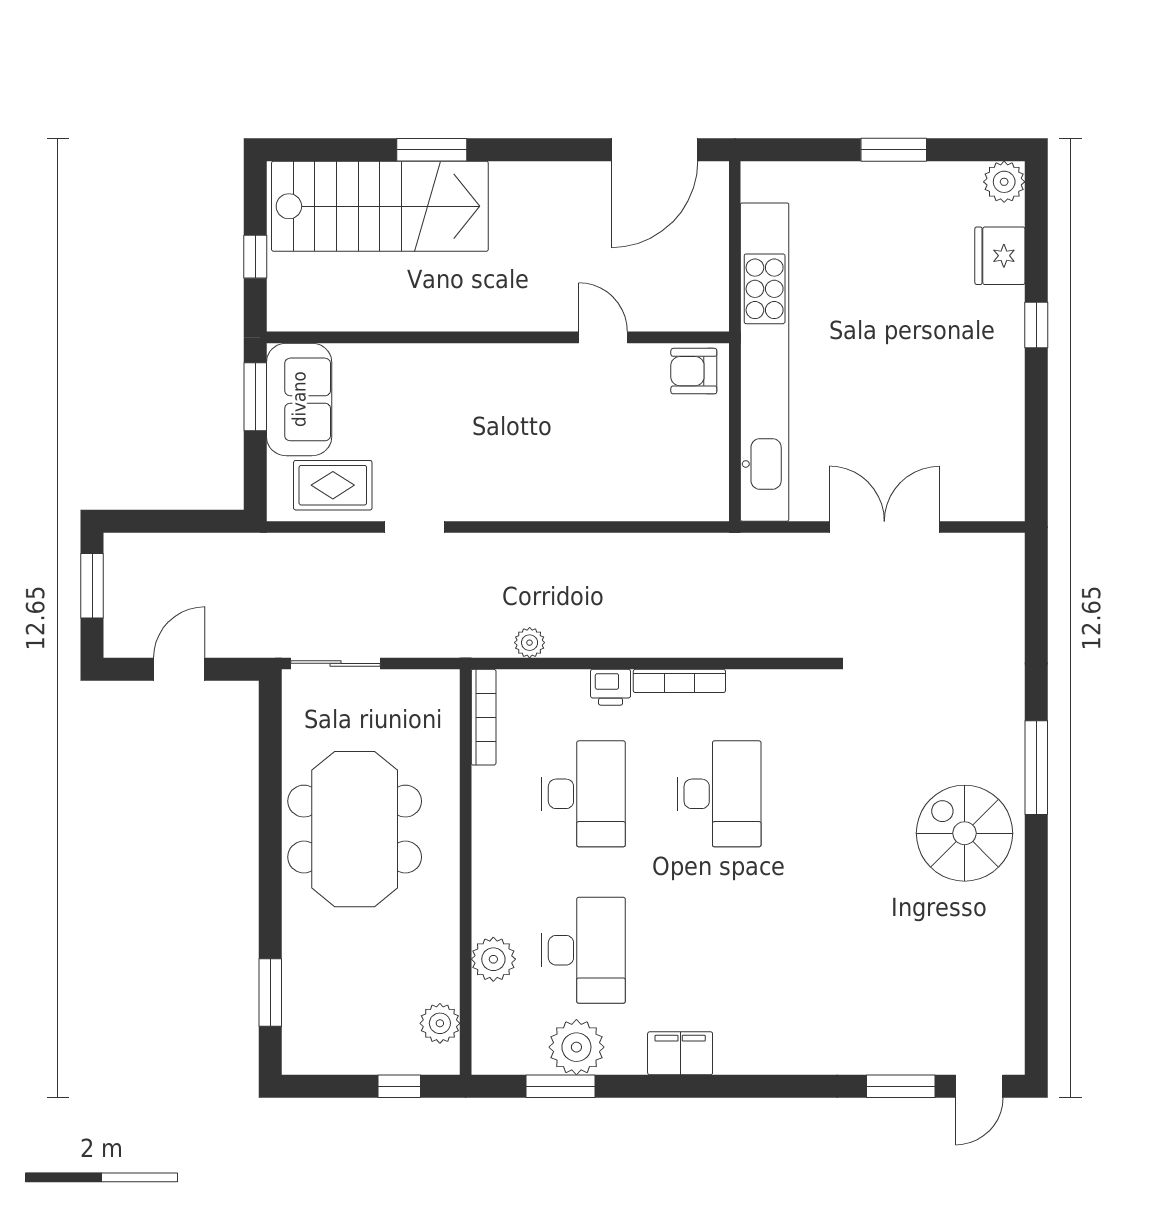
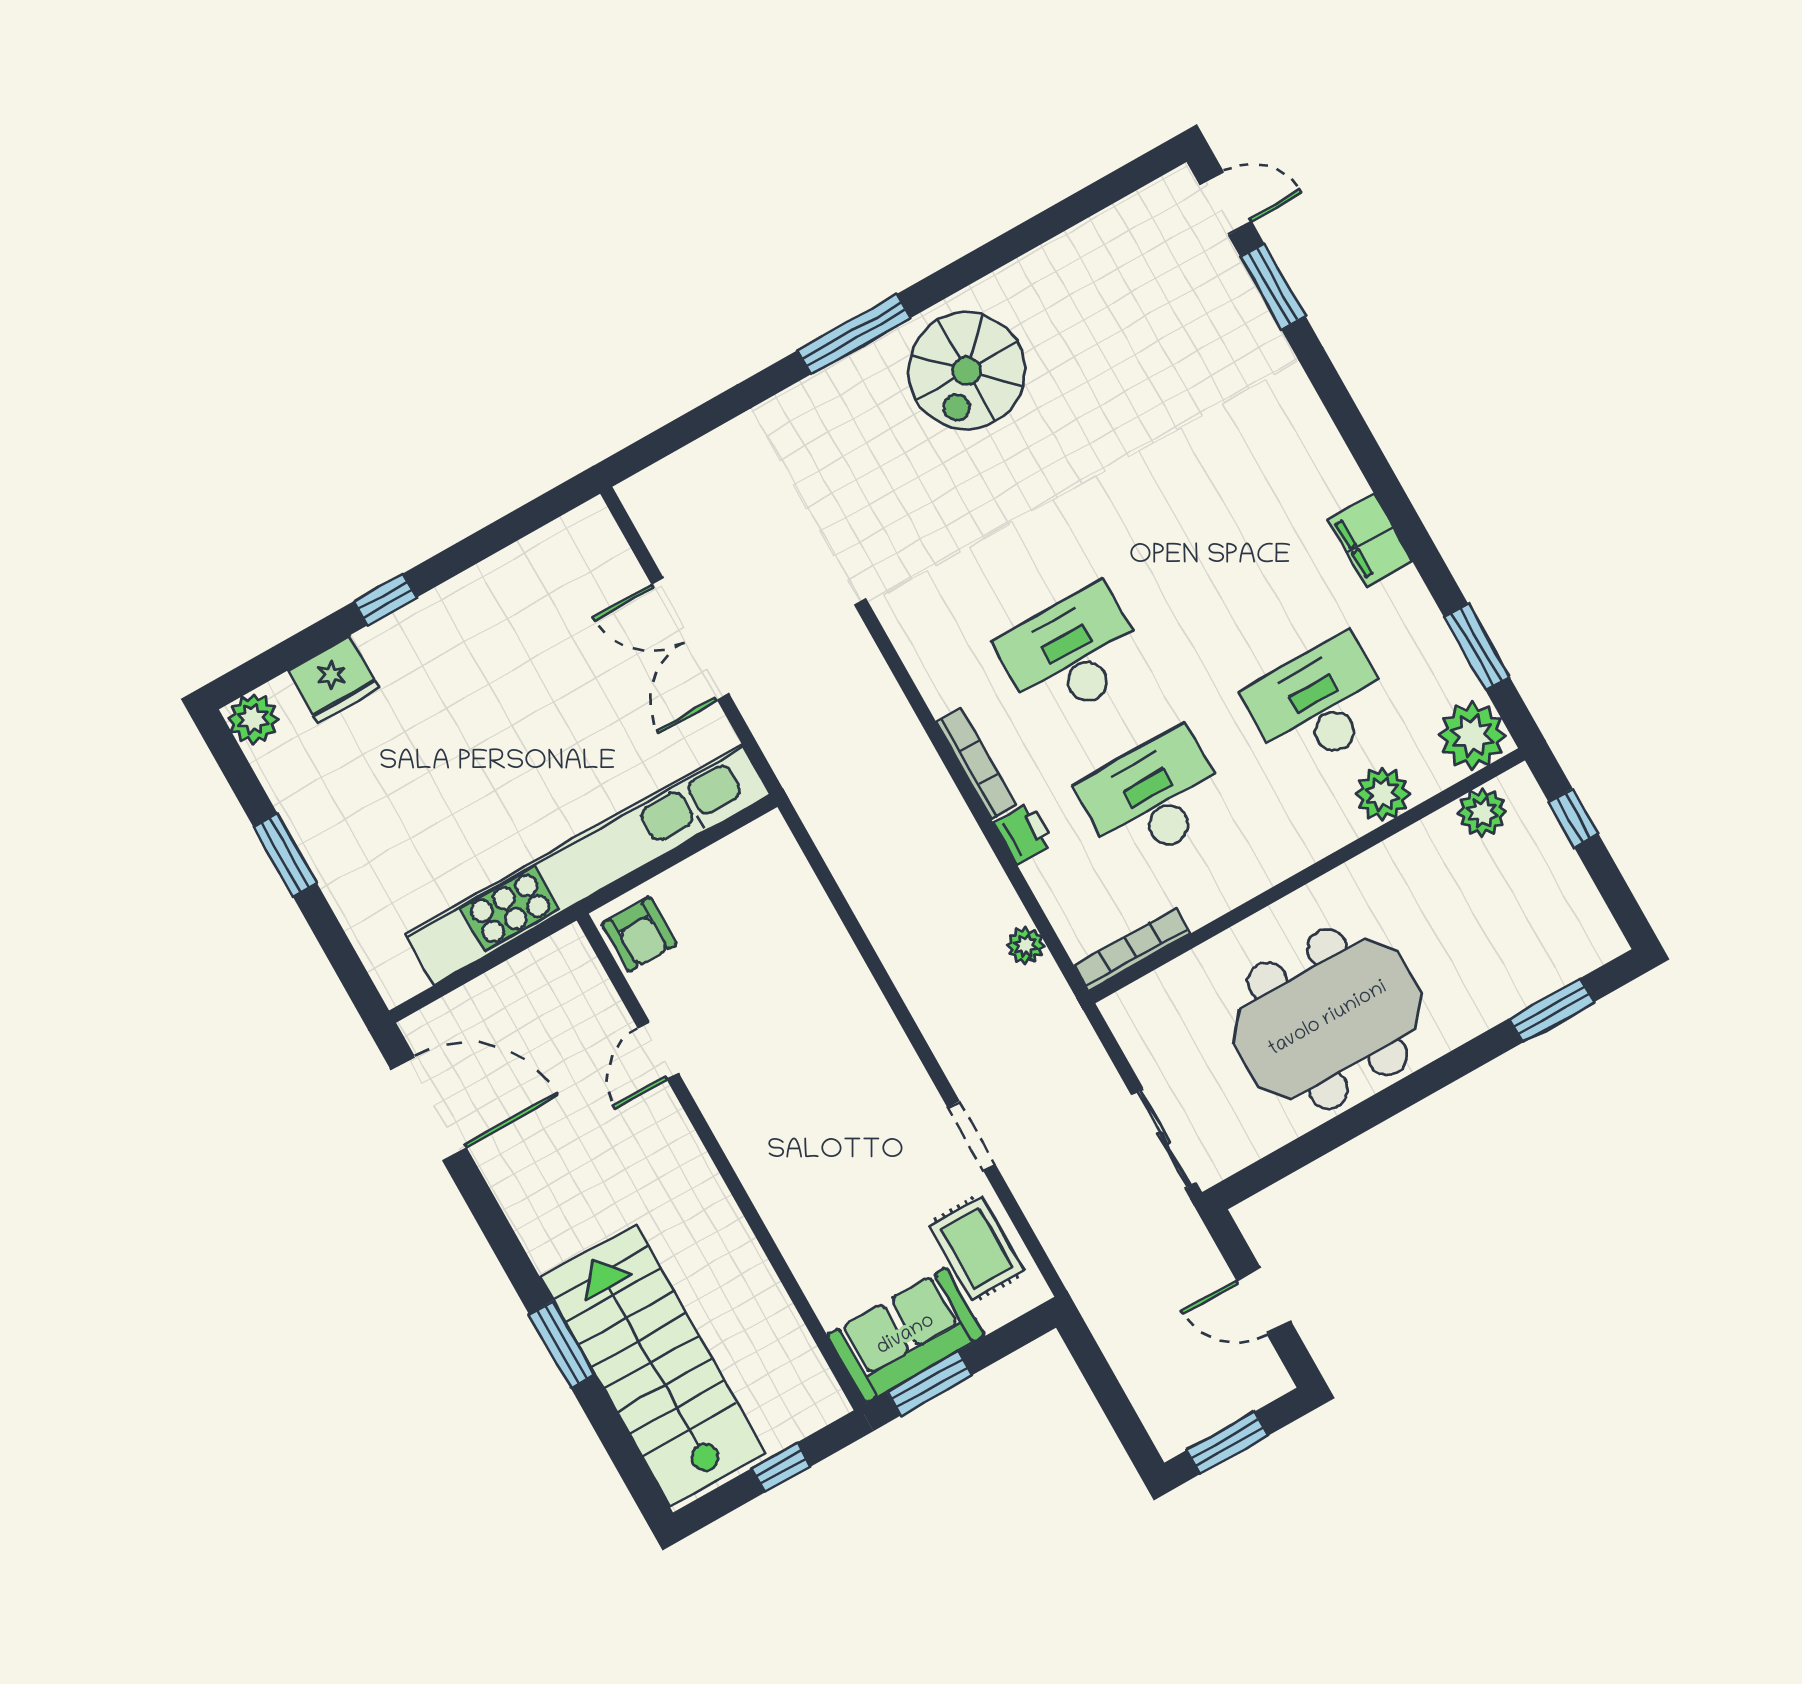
plant: (576, 1047) -> (1472, 735), moved

